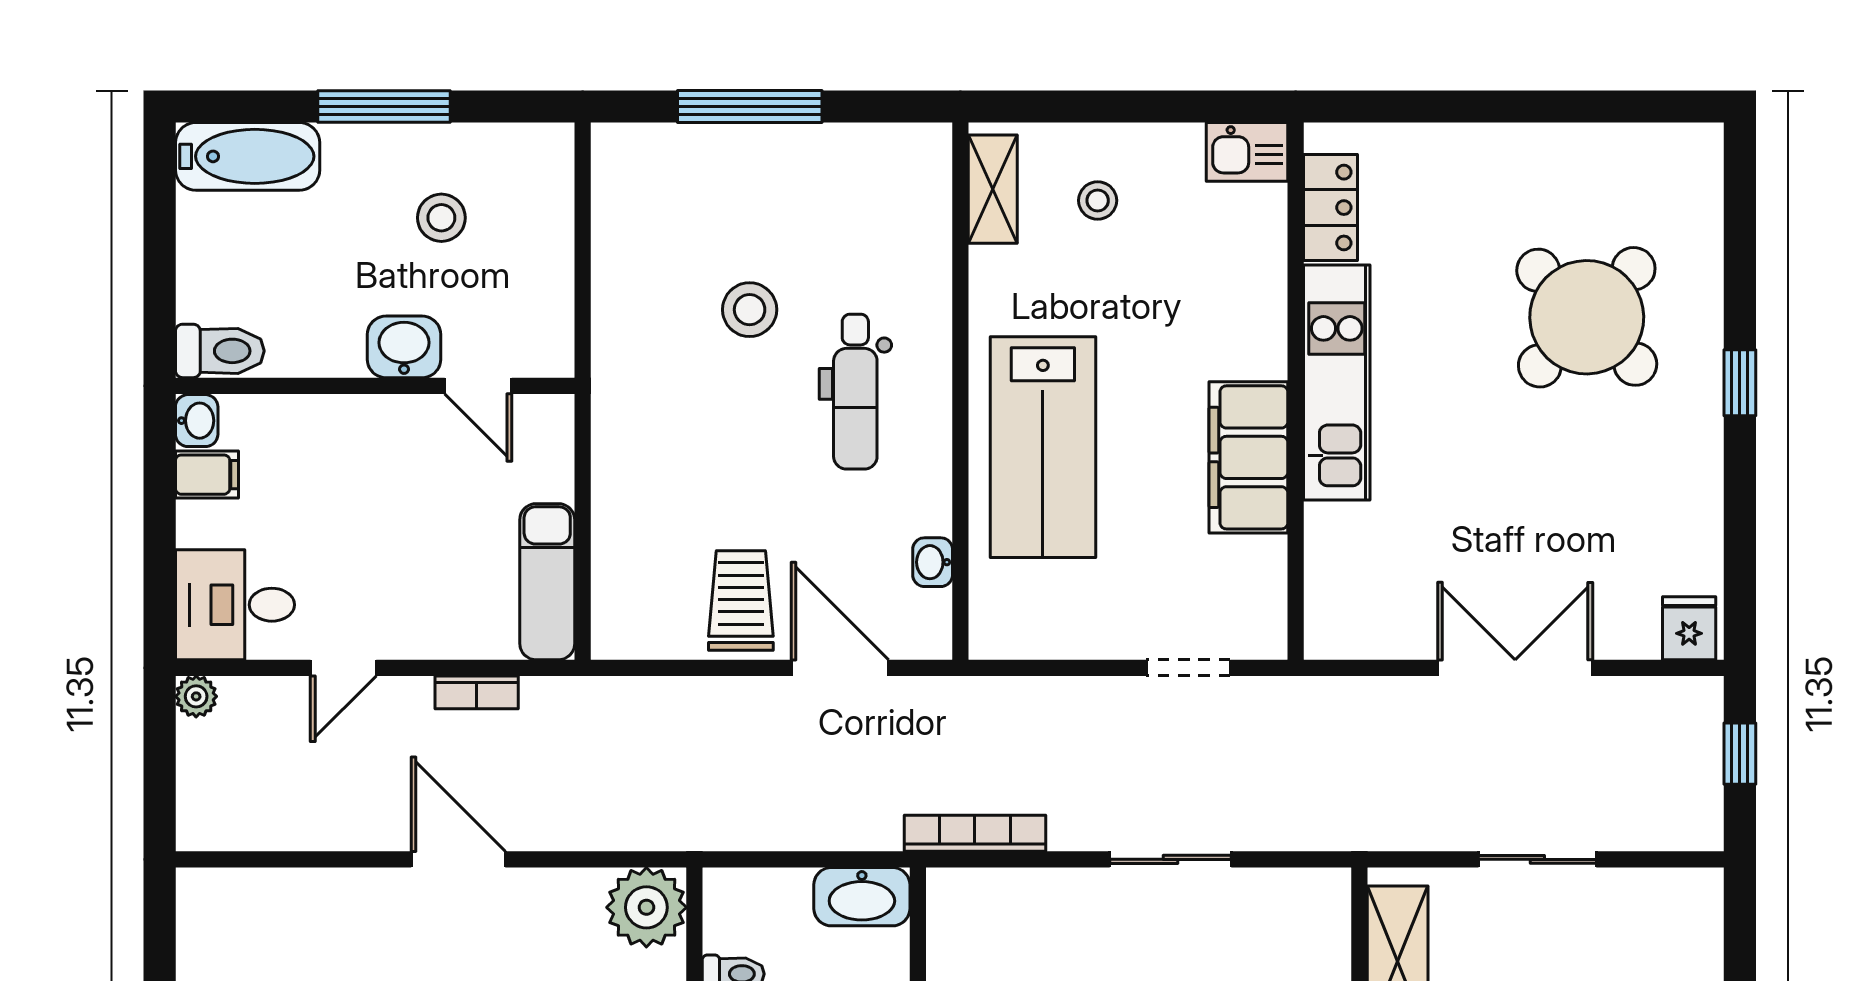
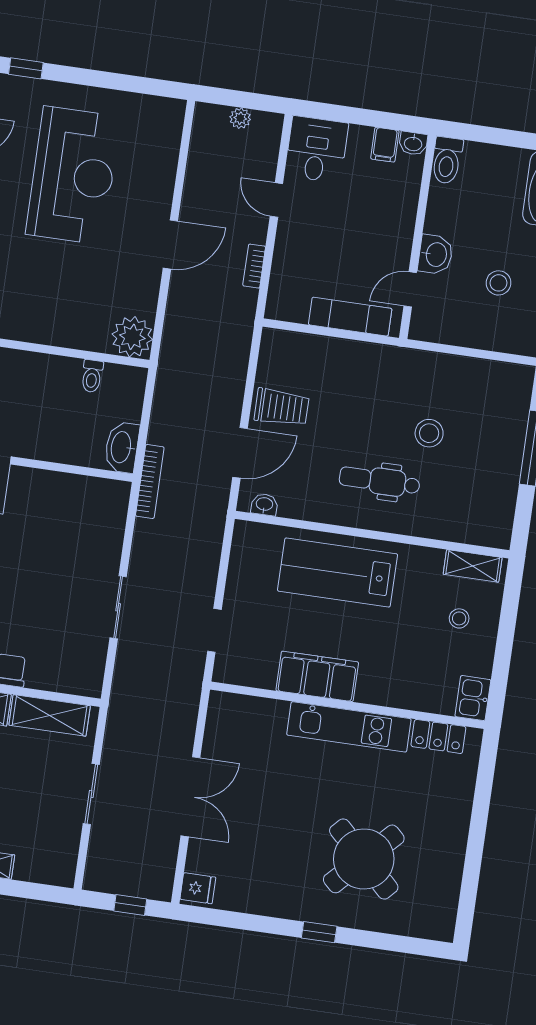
washbasin: (933, 562) -> (264, 505), moved
exam couch: (547, 582) -> (350, 317), moved
plant: (196, 696) -> (240, 118), moved
bookcase: (975, 833) -> (150, 482), moved

